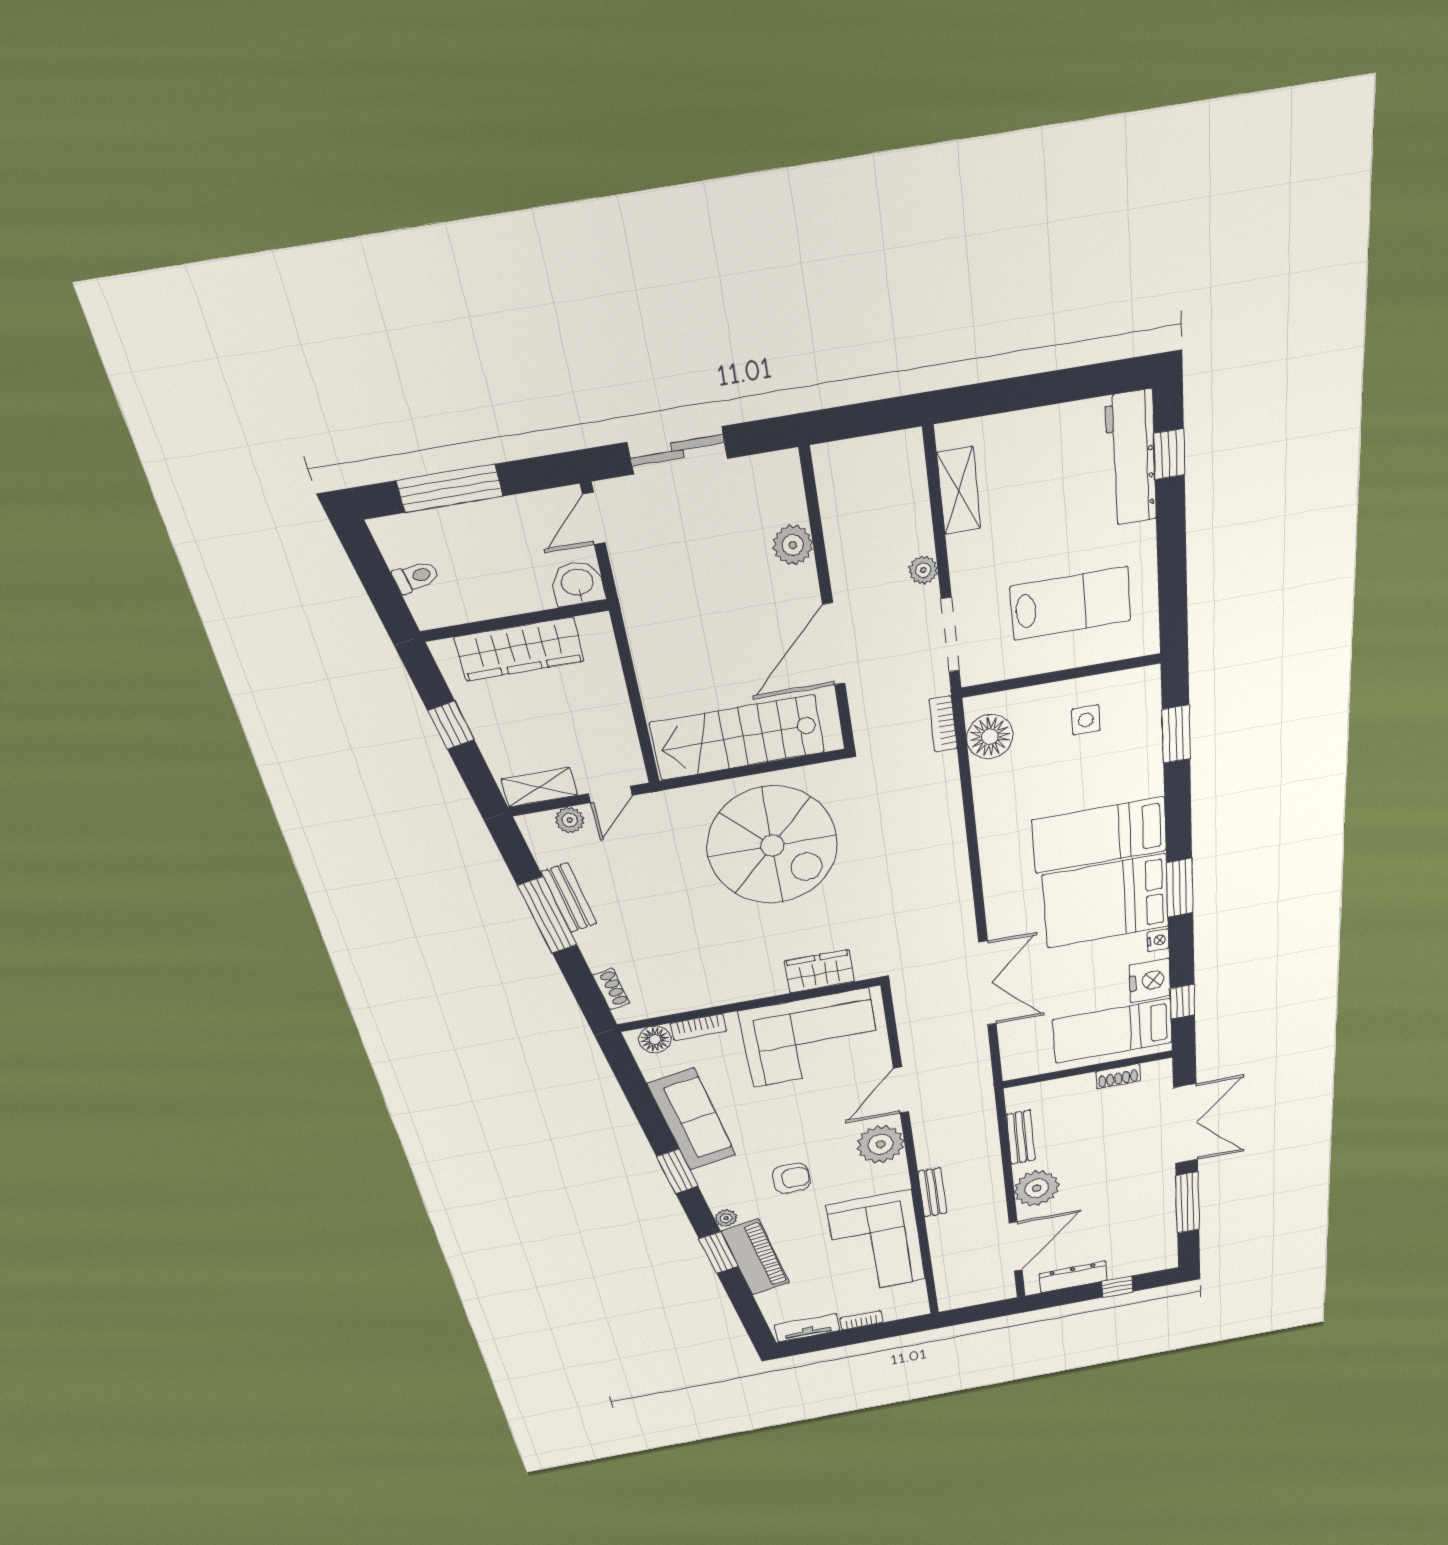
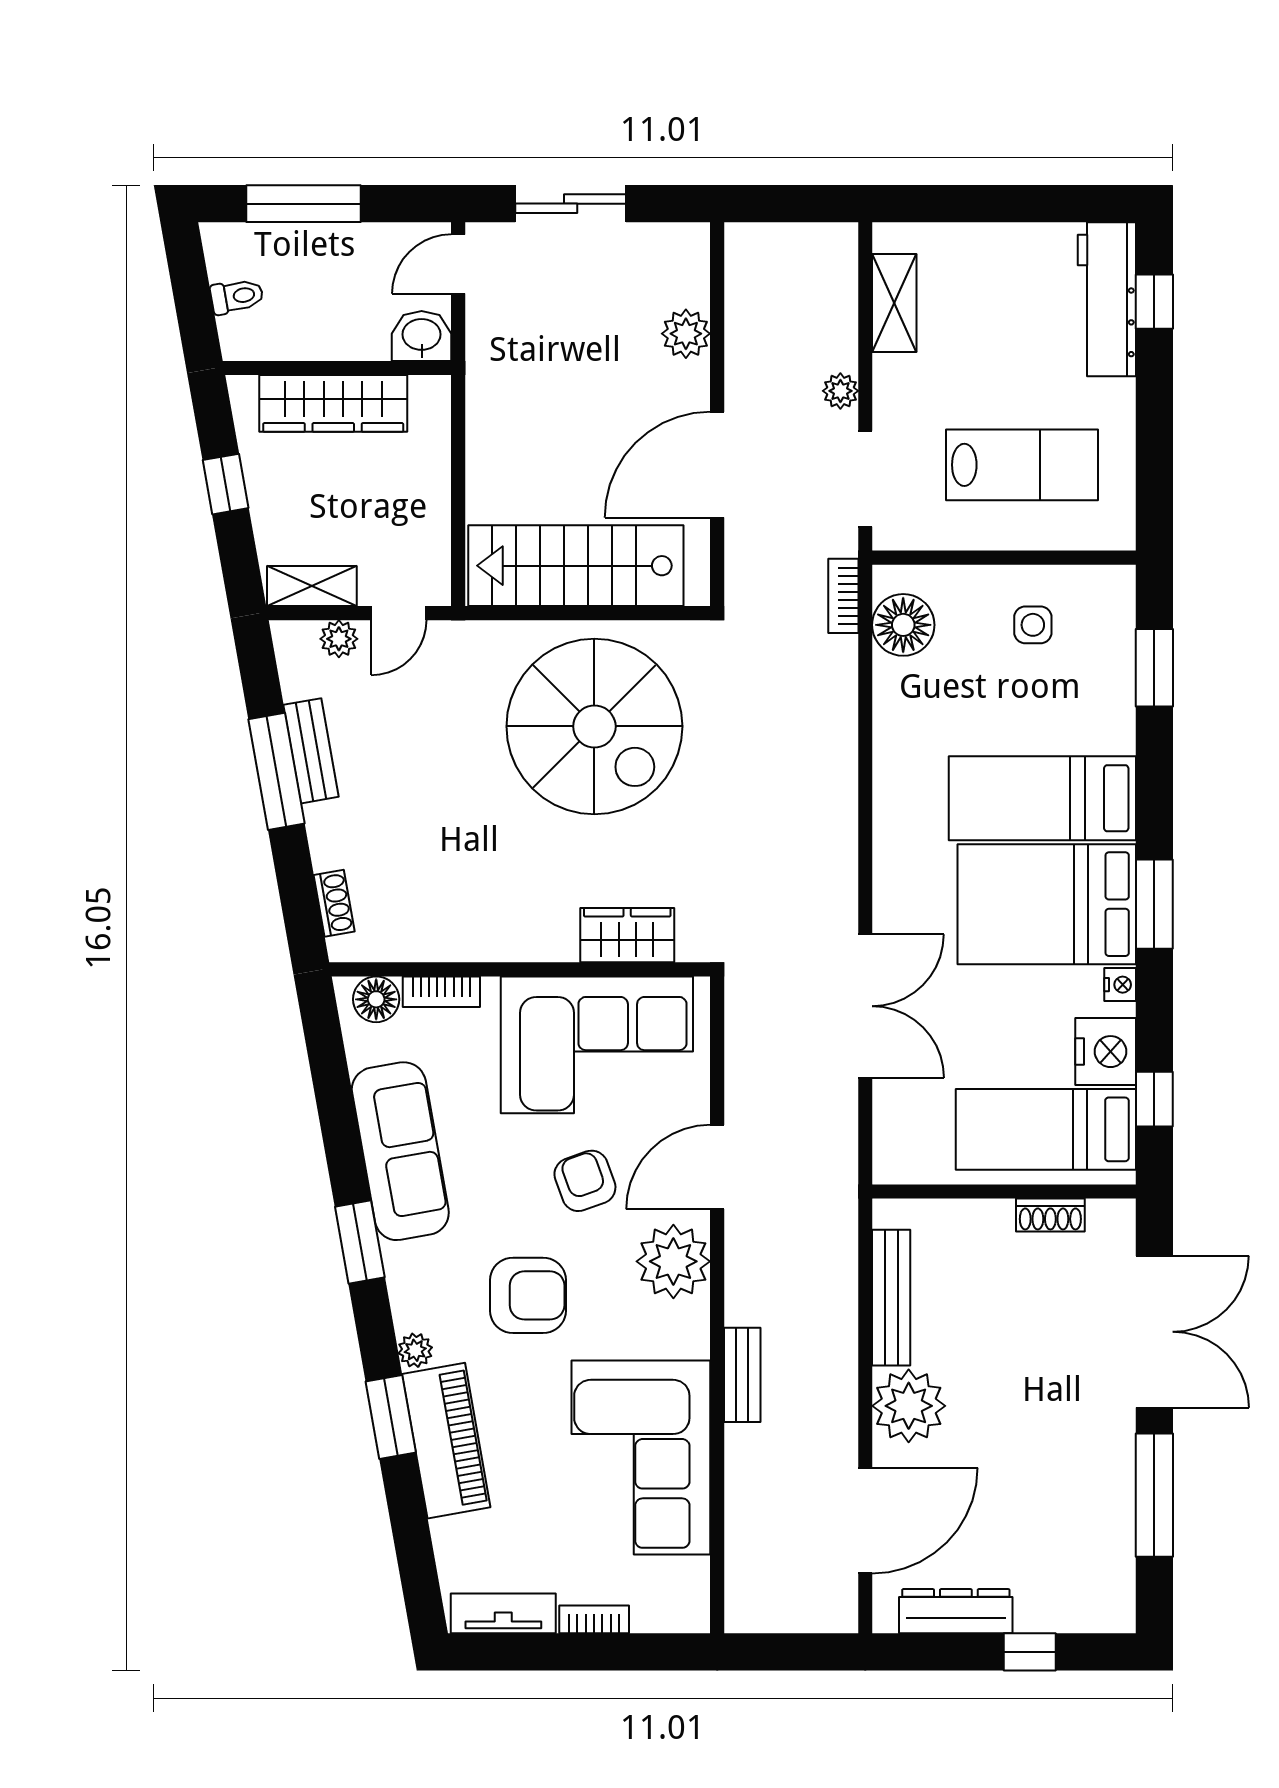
armchair: (816, 1113) -> (585, 1181), added
bench: (1021, 1137) -> (891, 1298), width x1.36
armchair: (791, 1178) -> (528, 1295), width x1.38, depth x1.38

